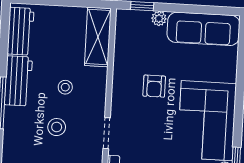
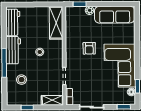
stool: (57, 127) -> (22, 80), moved

